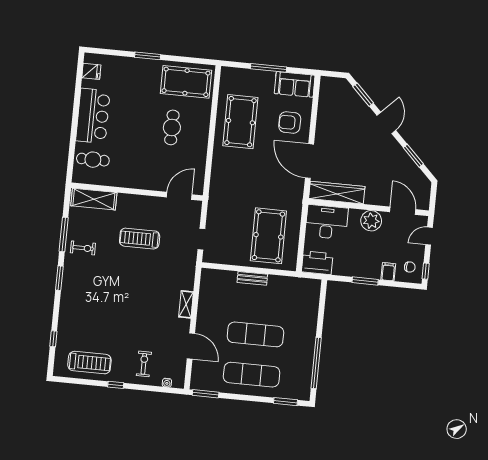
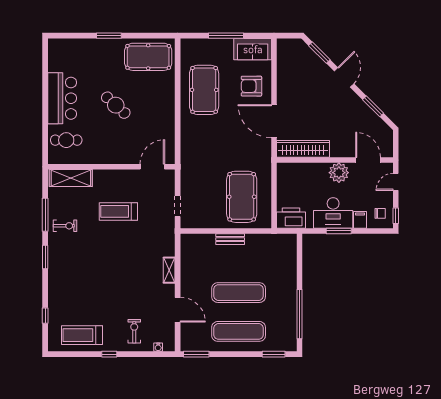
fridge: (91, 71) -> (56, 56), removed
cafe table: (172, 127) -> (116, 105), moved, turned -48
desk: (327, 222) -> (333, 213), moved, turned 180
treadmill: (89, 363) -> (82, 335), turned 180

